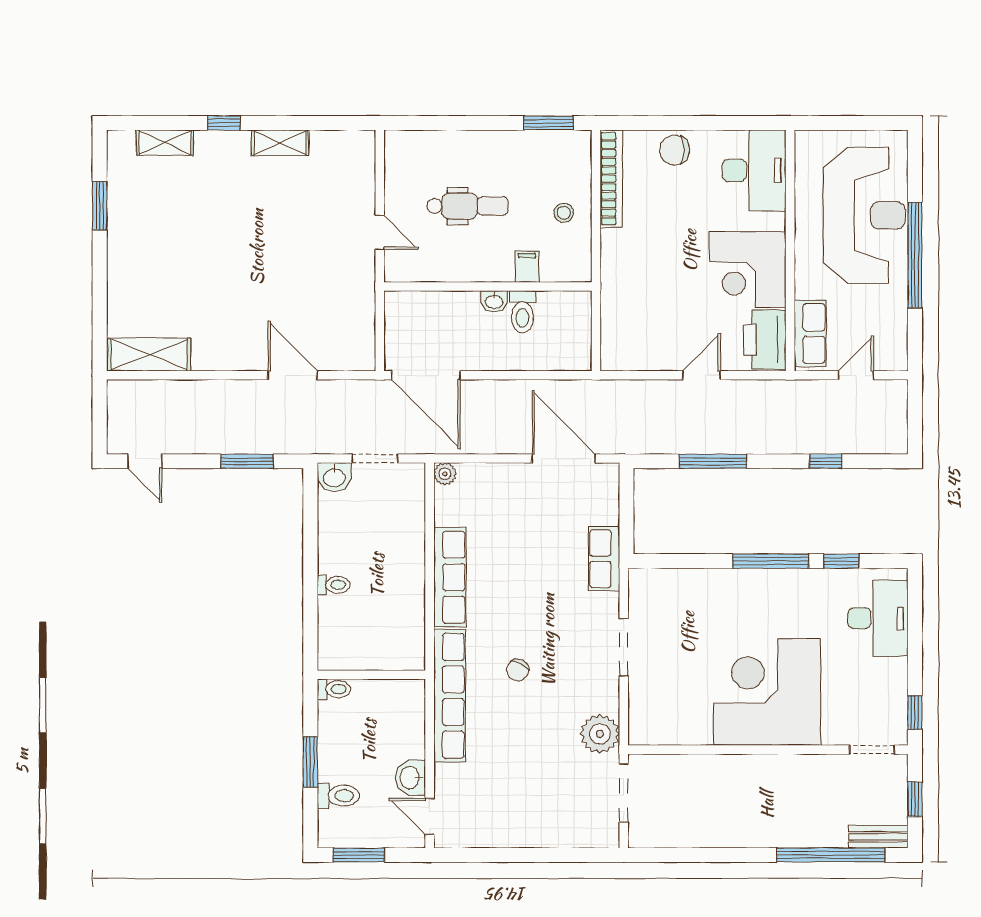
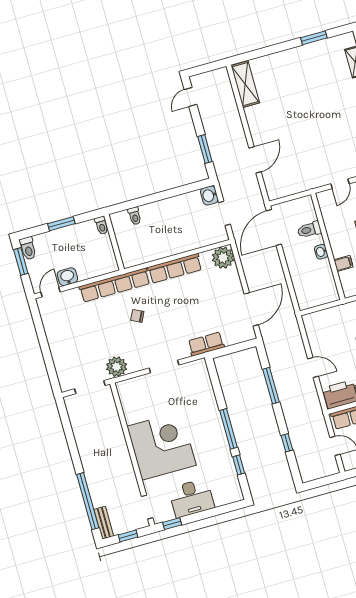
toilet: (522, 312) -> (309, 230), moved
plant: (445, 474) -> (223, 258), width x1.88, depth x1.88
toilet: (334, 585) -> (135, 216), moved
desk: (878, 618) -> (191, 498), moved
toilet: (338, 796) -> (28, 248), moved

